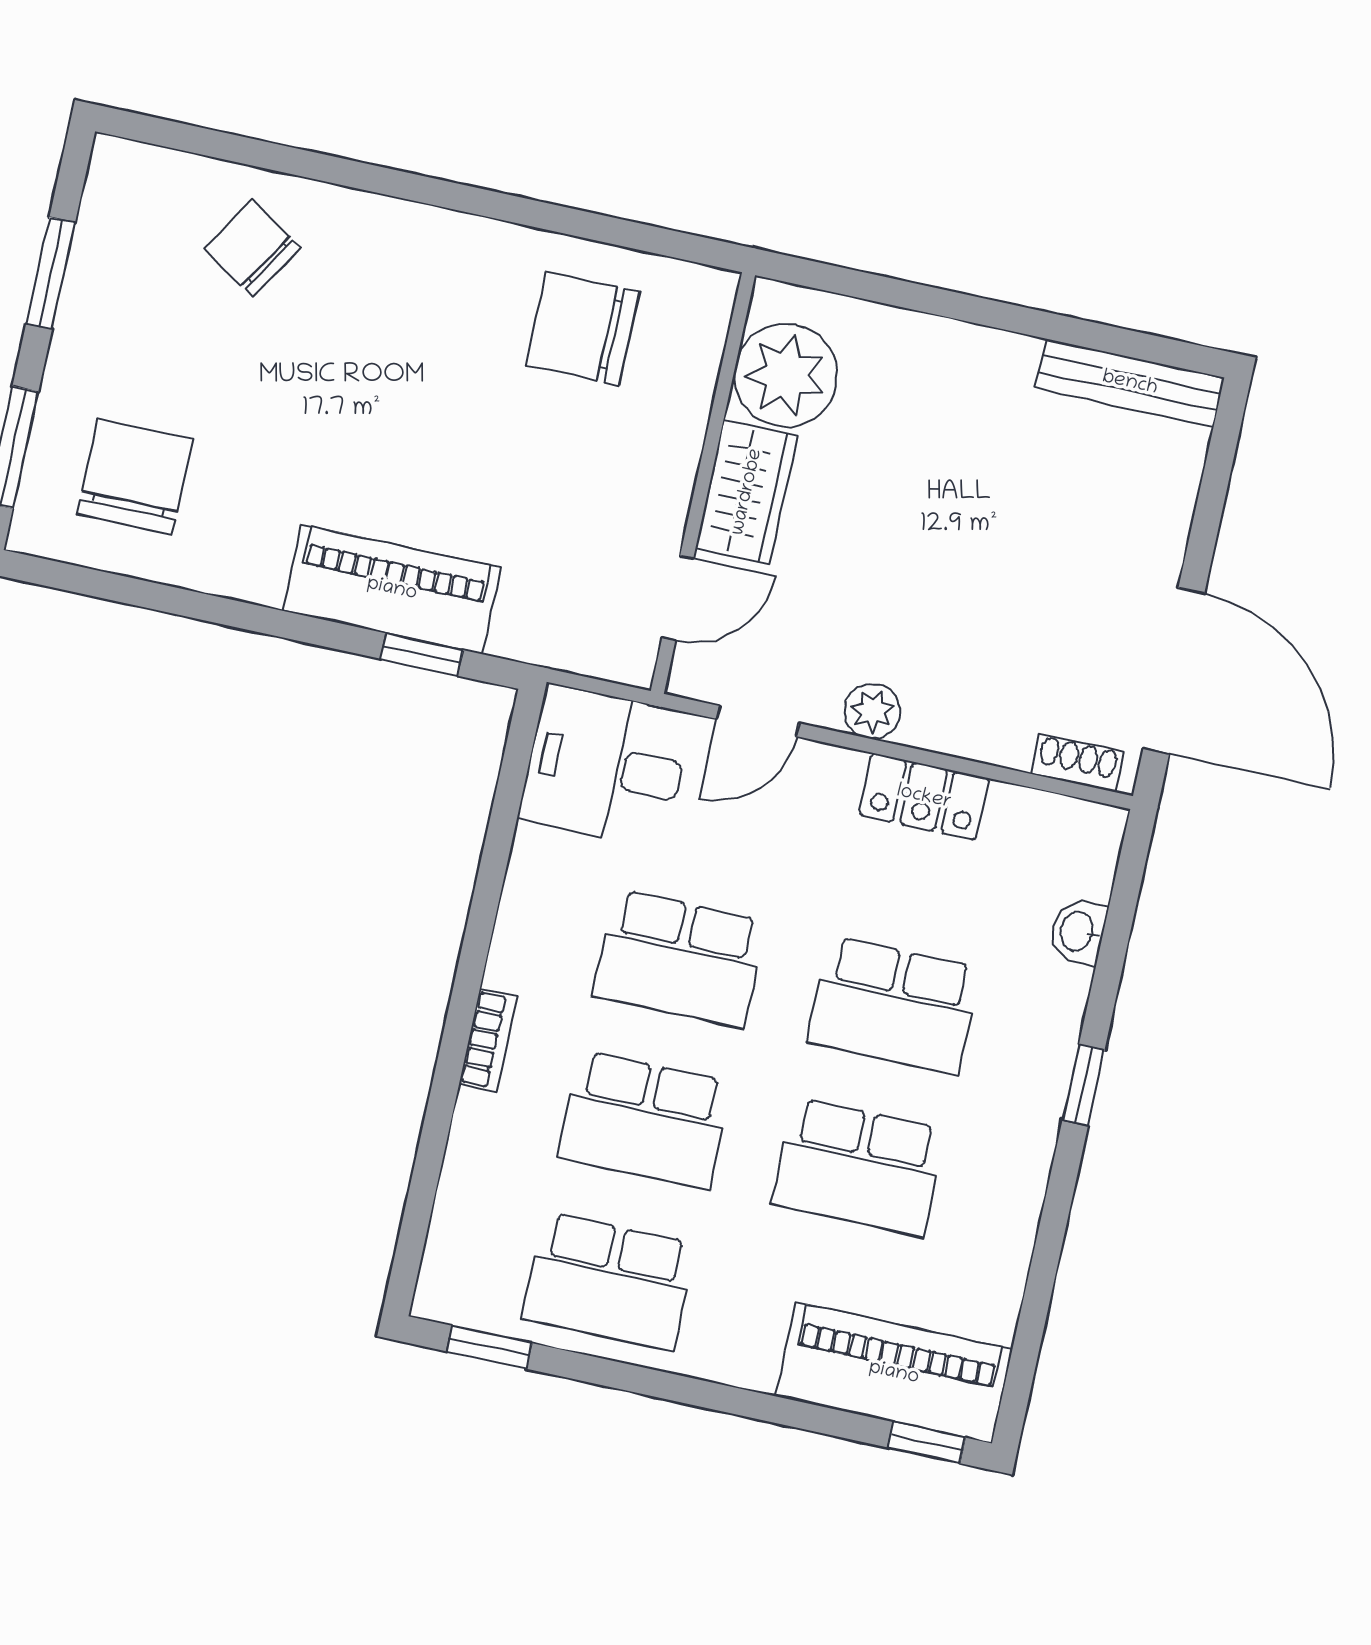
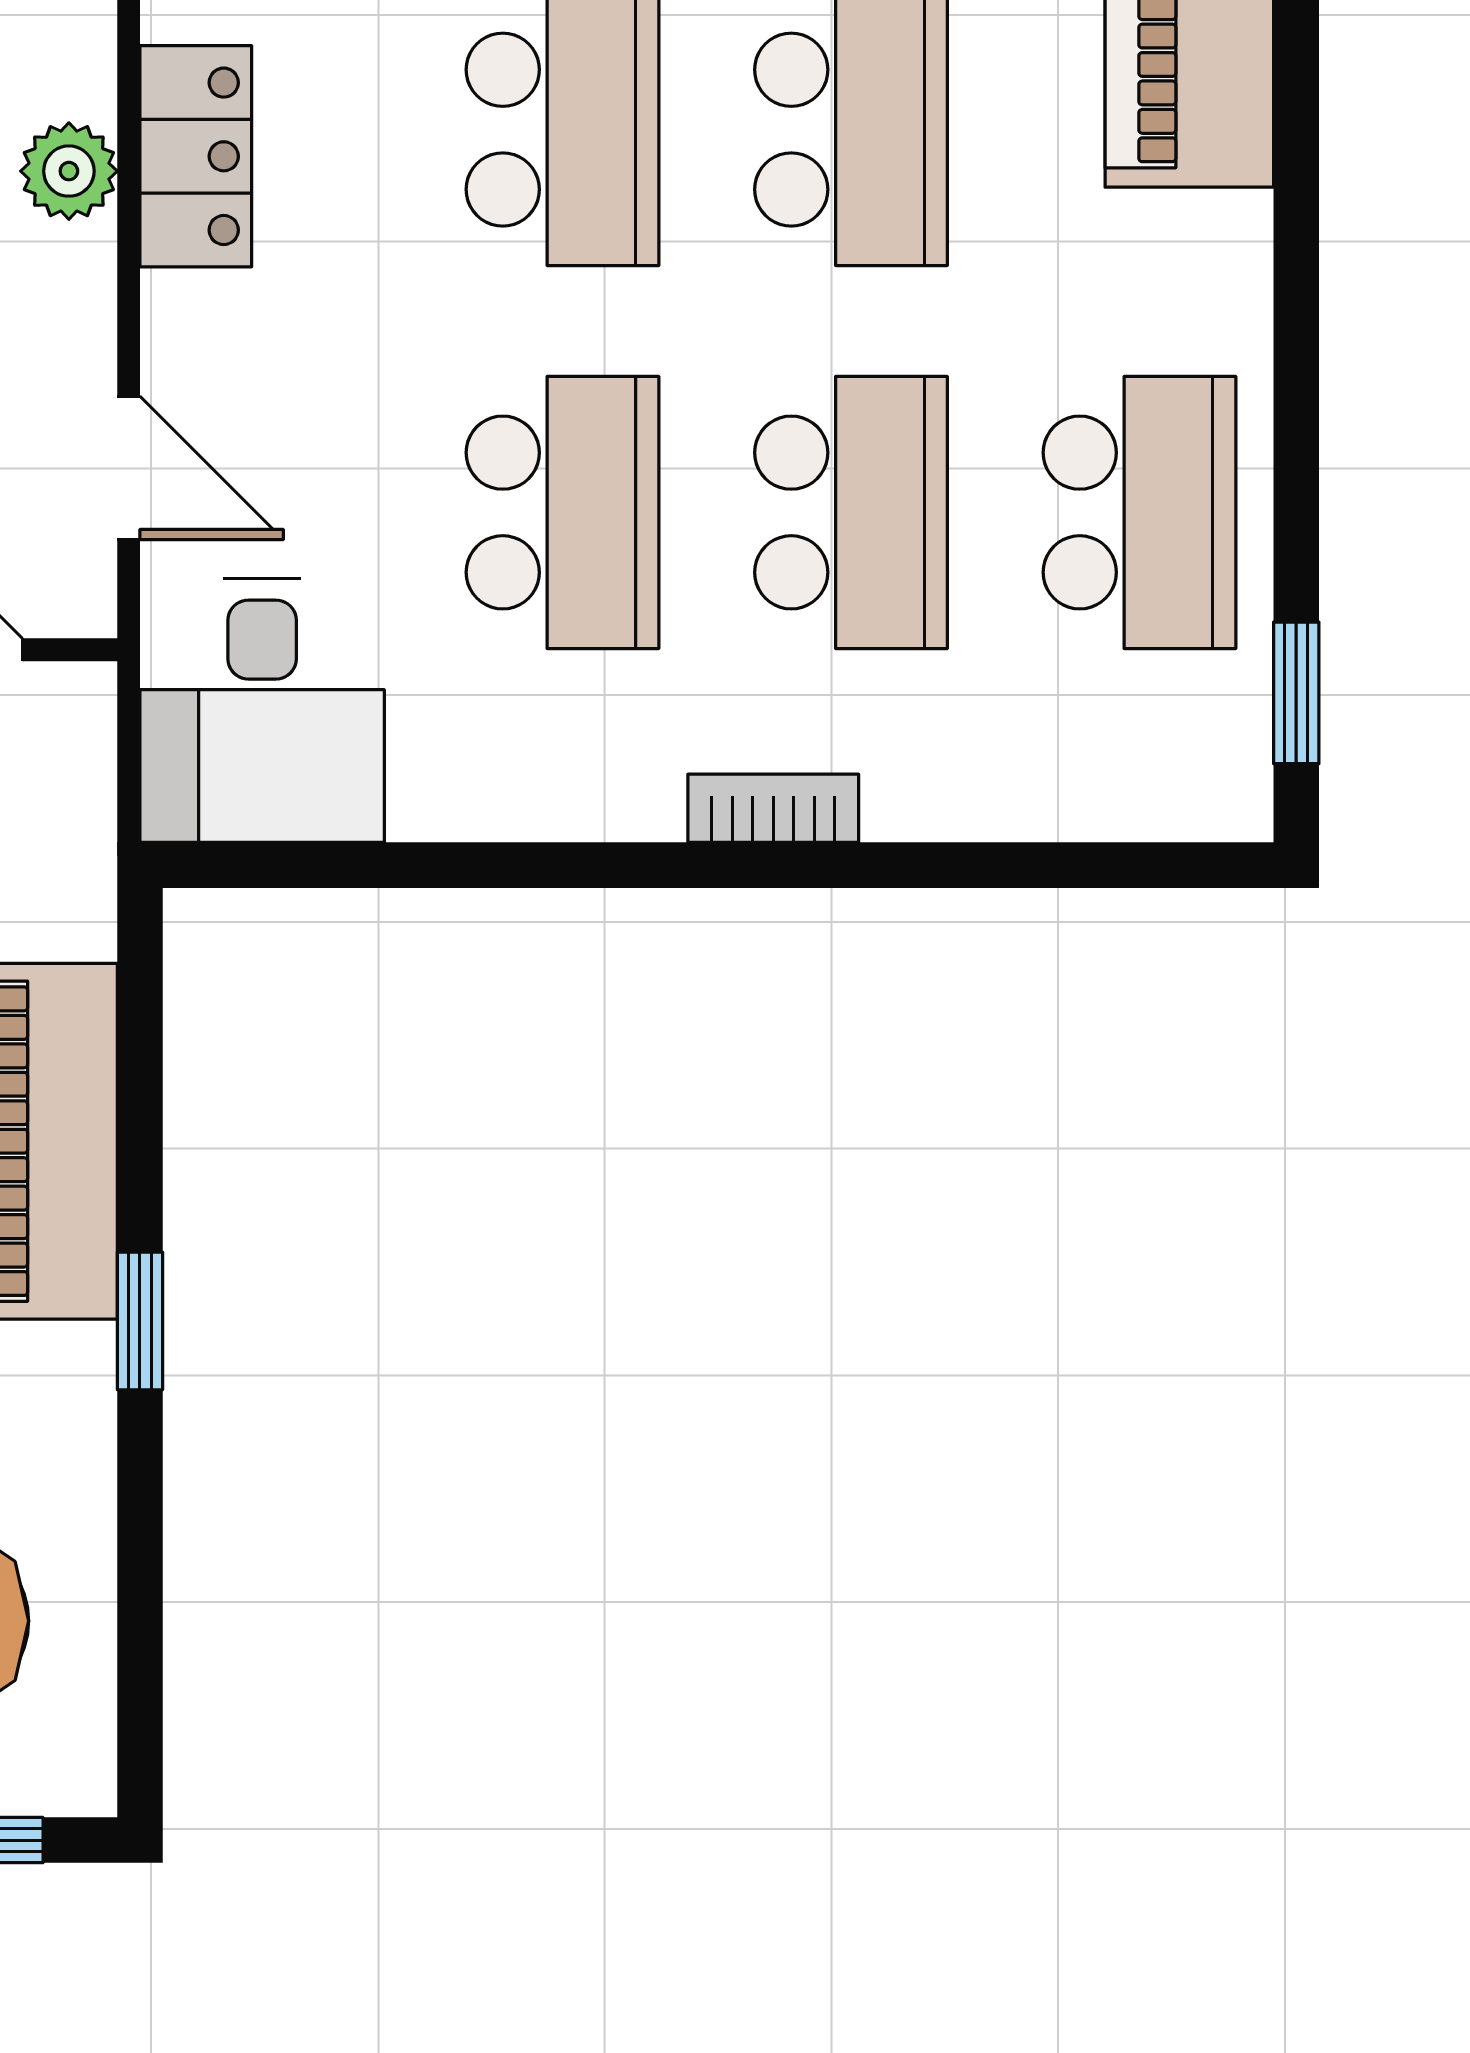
window: (422, 654) -> (140, 1321), moved
plant: (872, 711) -> (69, 171), moved

